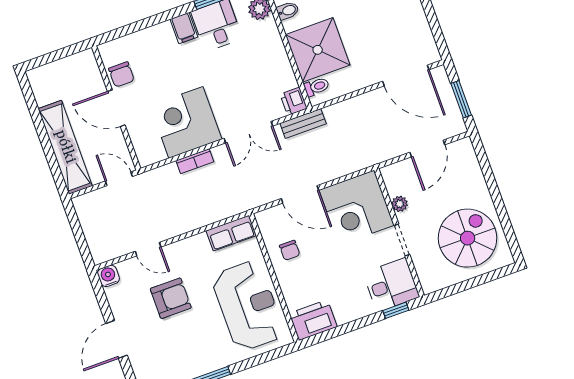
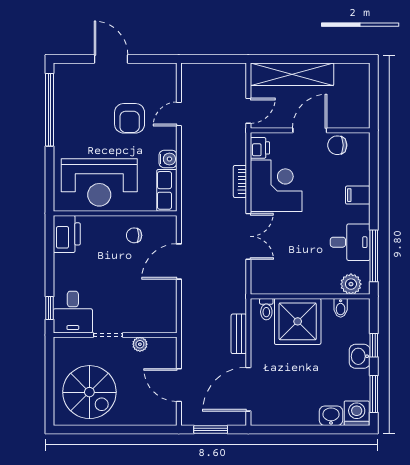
filing cabinet: (184, 28) -> (358, 195), moved
printer: (294, 101) -> (260, 148), moved, turned 90
bench: (303, 124) -> (239, 334), moved
double door: (248, 132) -> (248, 236), swing flipped
corner desk: (357, 208) -> (150, 306), removed
water cooler: (108, 276) -> (168, 159), moved

